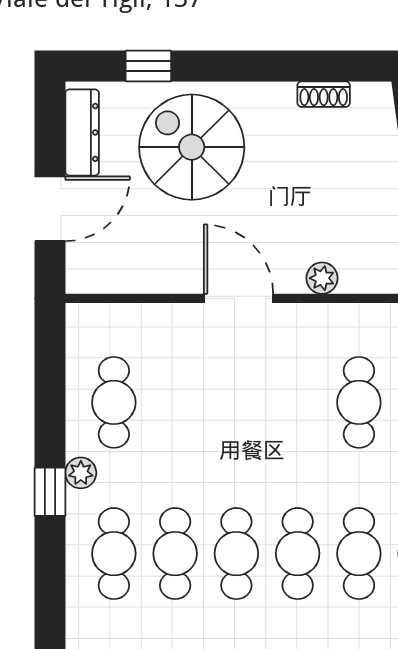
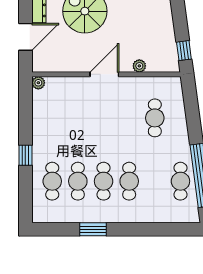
door: (238, 298) -> (104, 74), hinge flipped
cafe table: (114, 402) -> (52, 118), removed
plant: (81, 473) -> (38, 83), moved
cafe table: (359, 554) -> (155, 181), removed

